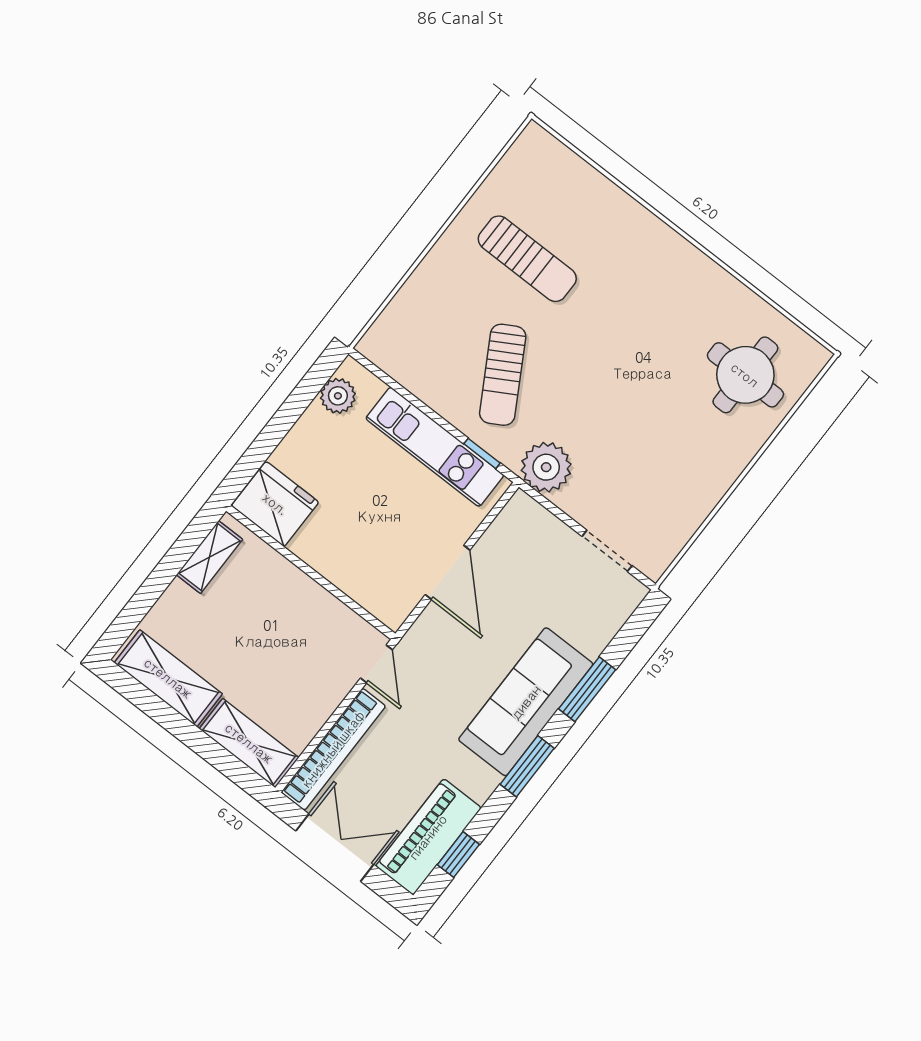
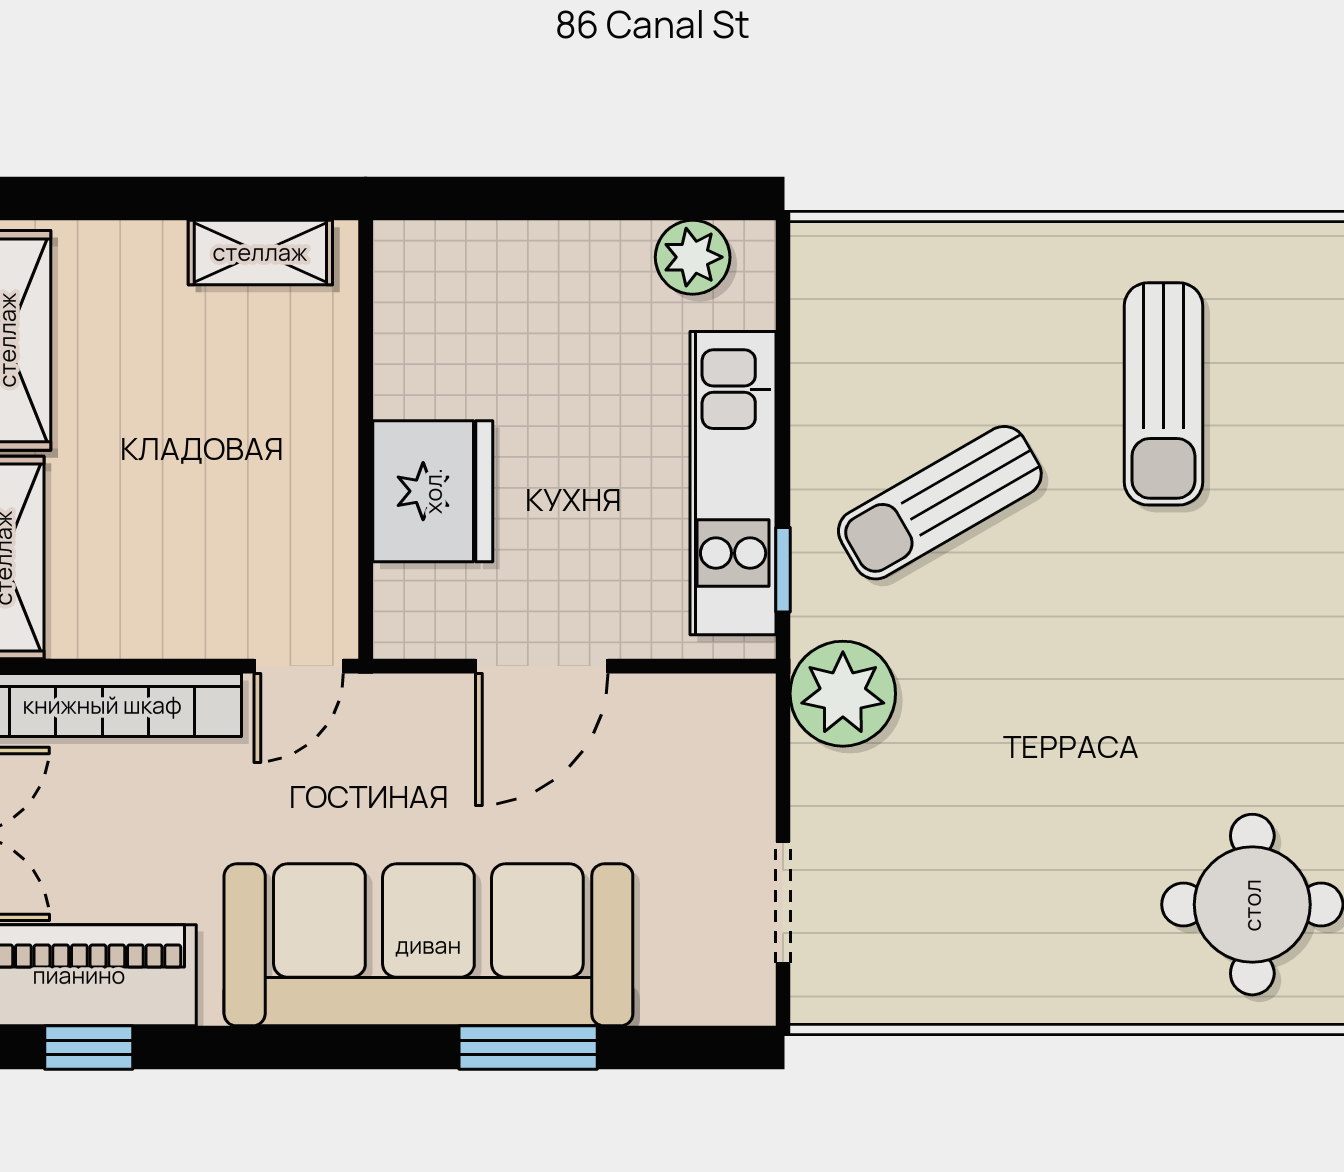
fridge: (275, 504) -> (433, 491), moved
sofa: (526, 702) -> (428, 945), width x1.36, depth x1.27
window: (527, 766) -> (323, 1048), removed

